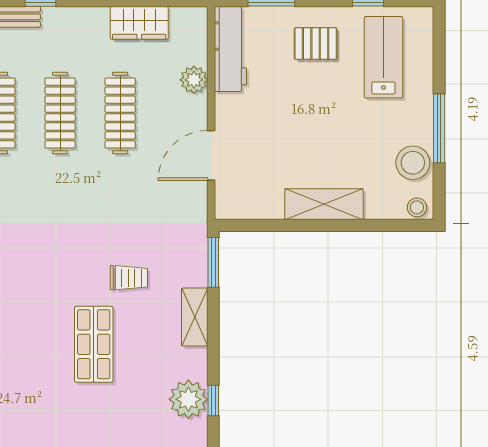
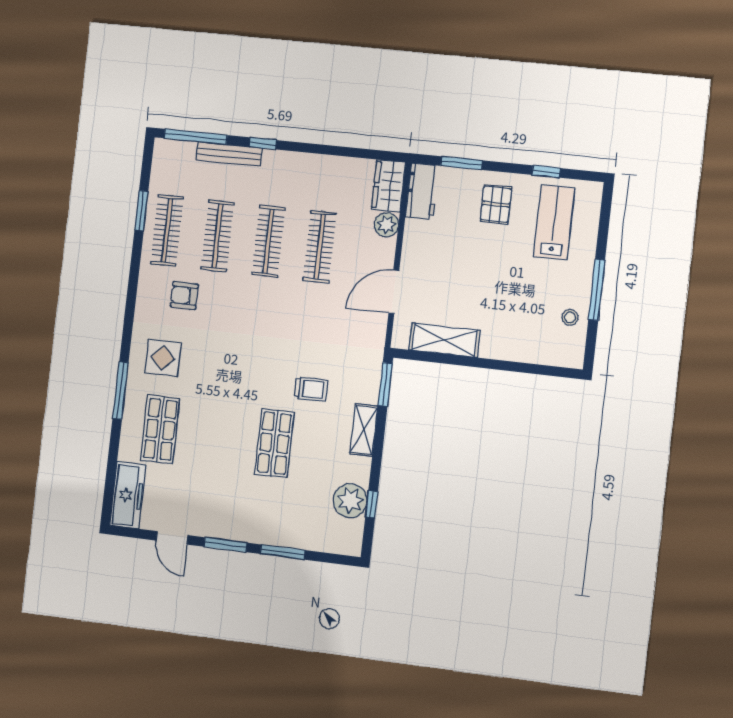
wardrobe: (139, 23) -> (388, 186), moved, turned 90
pallet: (316, 44) -> (496, 204), turned 90
workbench: (230, 49) -> (422, 191), width x0.73
stool: (413, 163) -> (570, 317), width x0.53, depth x0.53
shelving: (324, 204) -> (444, 340), moved
stool: (417, 207) -> (569, 357), removed

